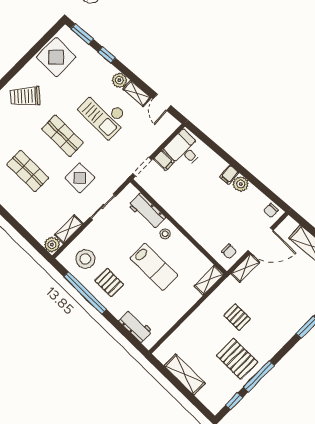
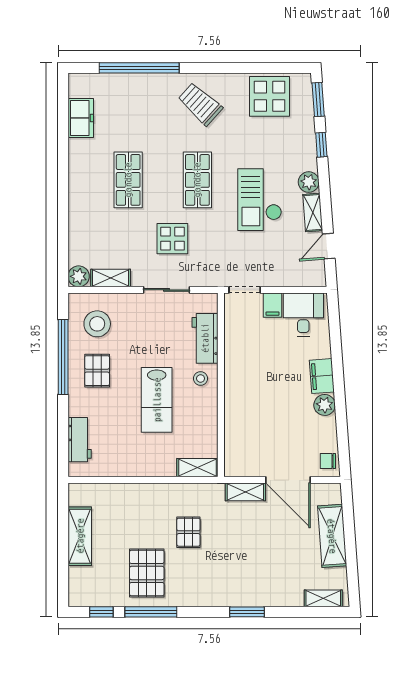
filing cabinet: (229, 175) -> (322, 376), width x2.00
chair: (229, 251) -> (246, 460), removed

